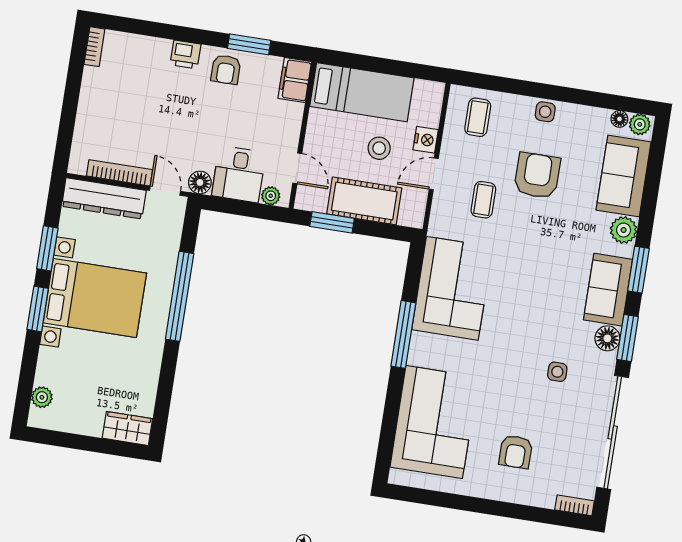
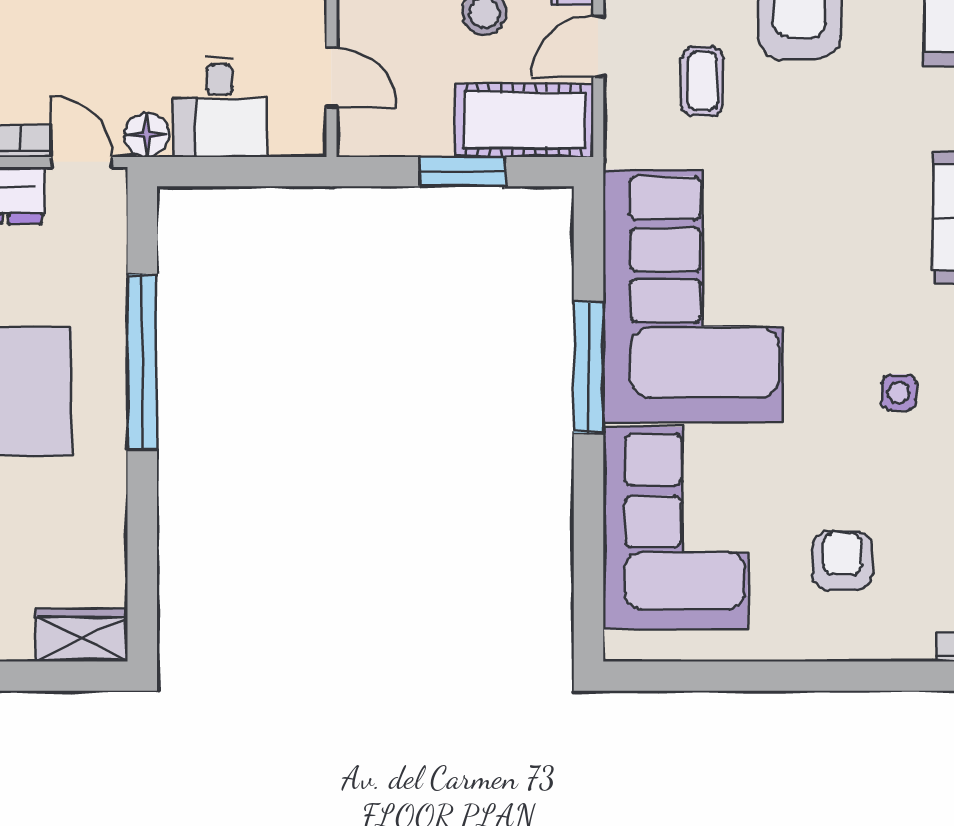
plant: (271, 196) -> (288, 139), removed
cot: (364, 201) -> (524, 120), moved
window: (332, 222) -> (463, 172), moved
corner sofa: (452, 288) -> (693, 296), width x1.36, depth x1.36
armchair: (516, 452) -> (843, 561), turned 180

